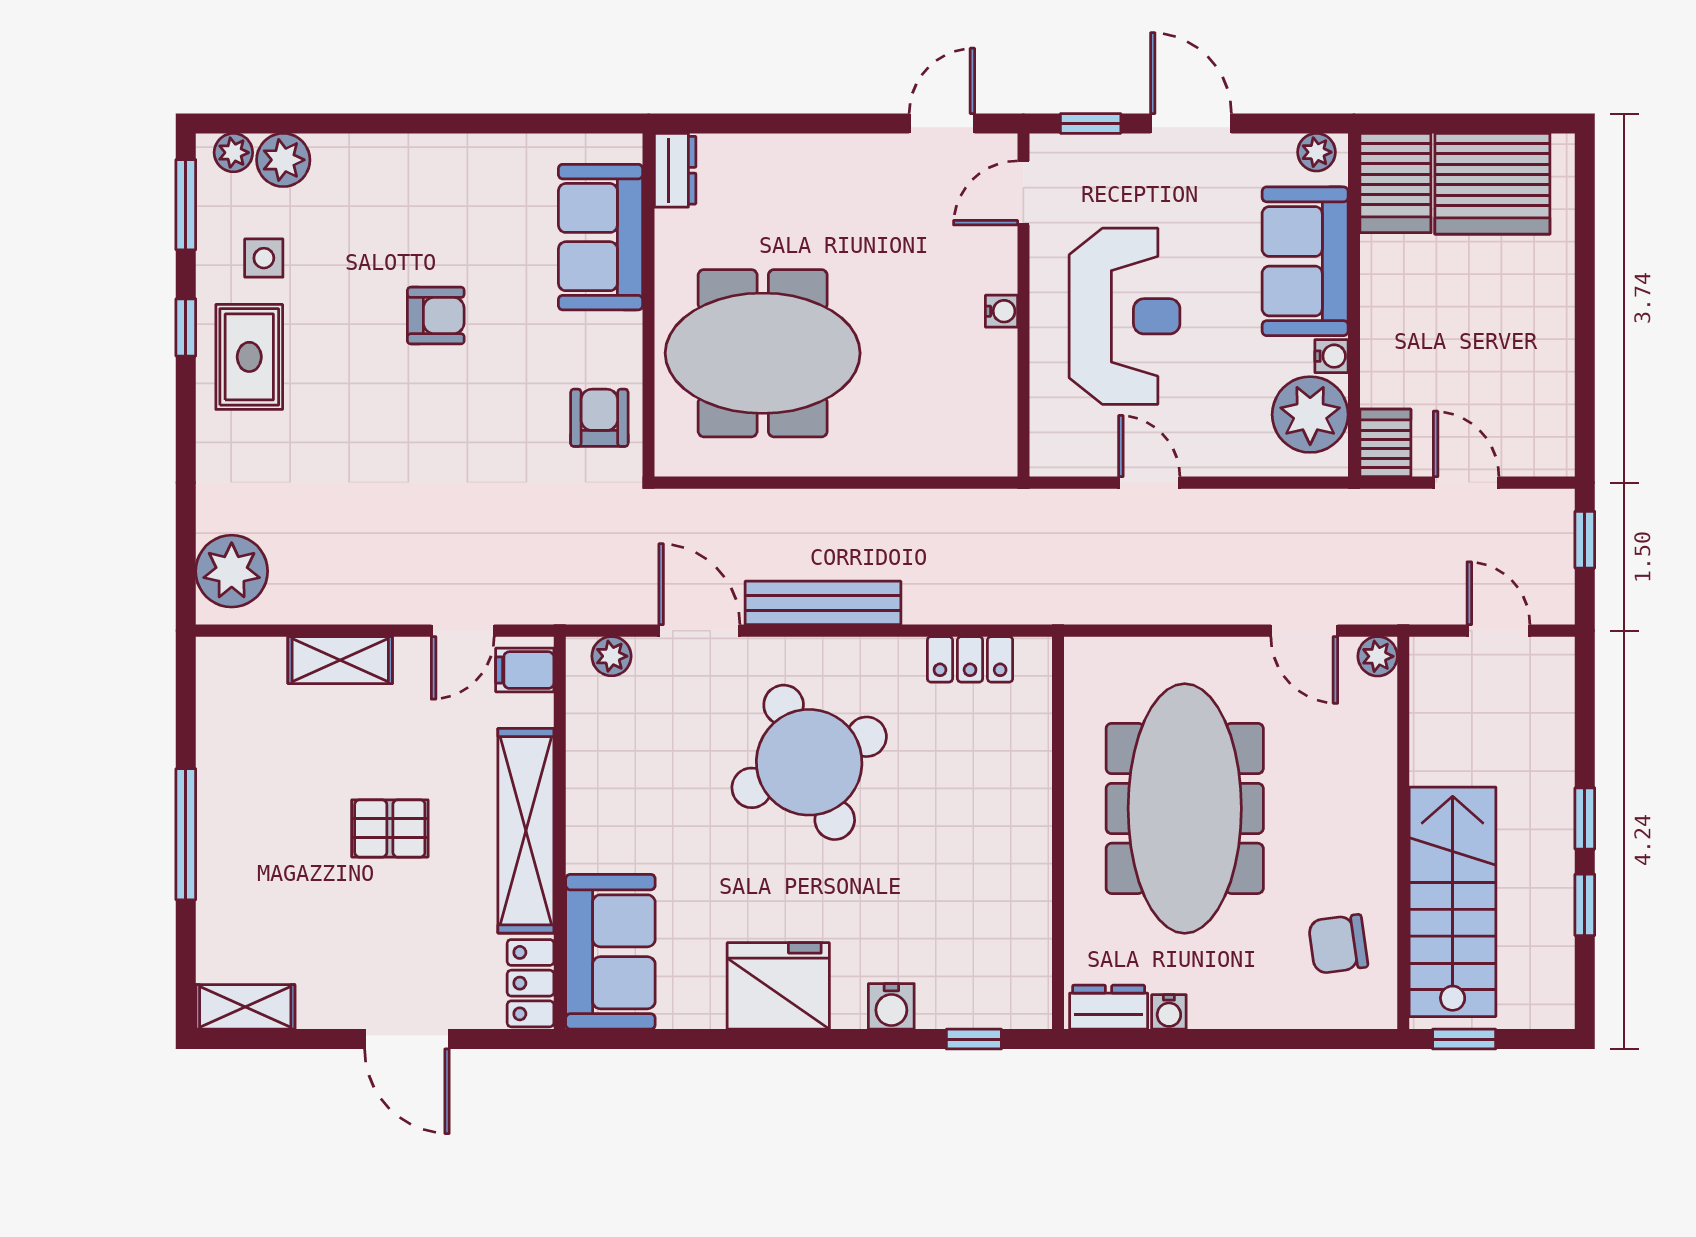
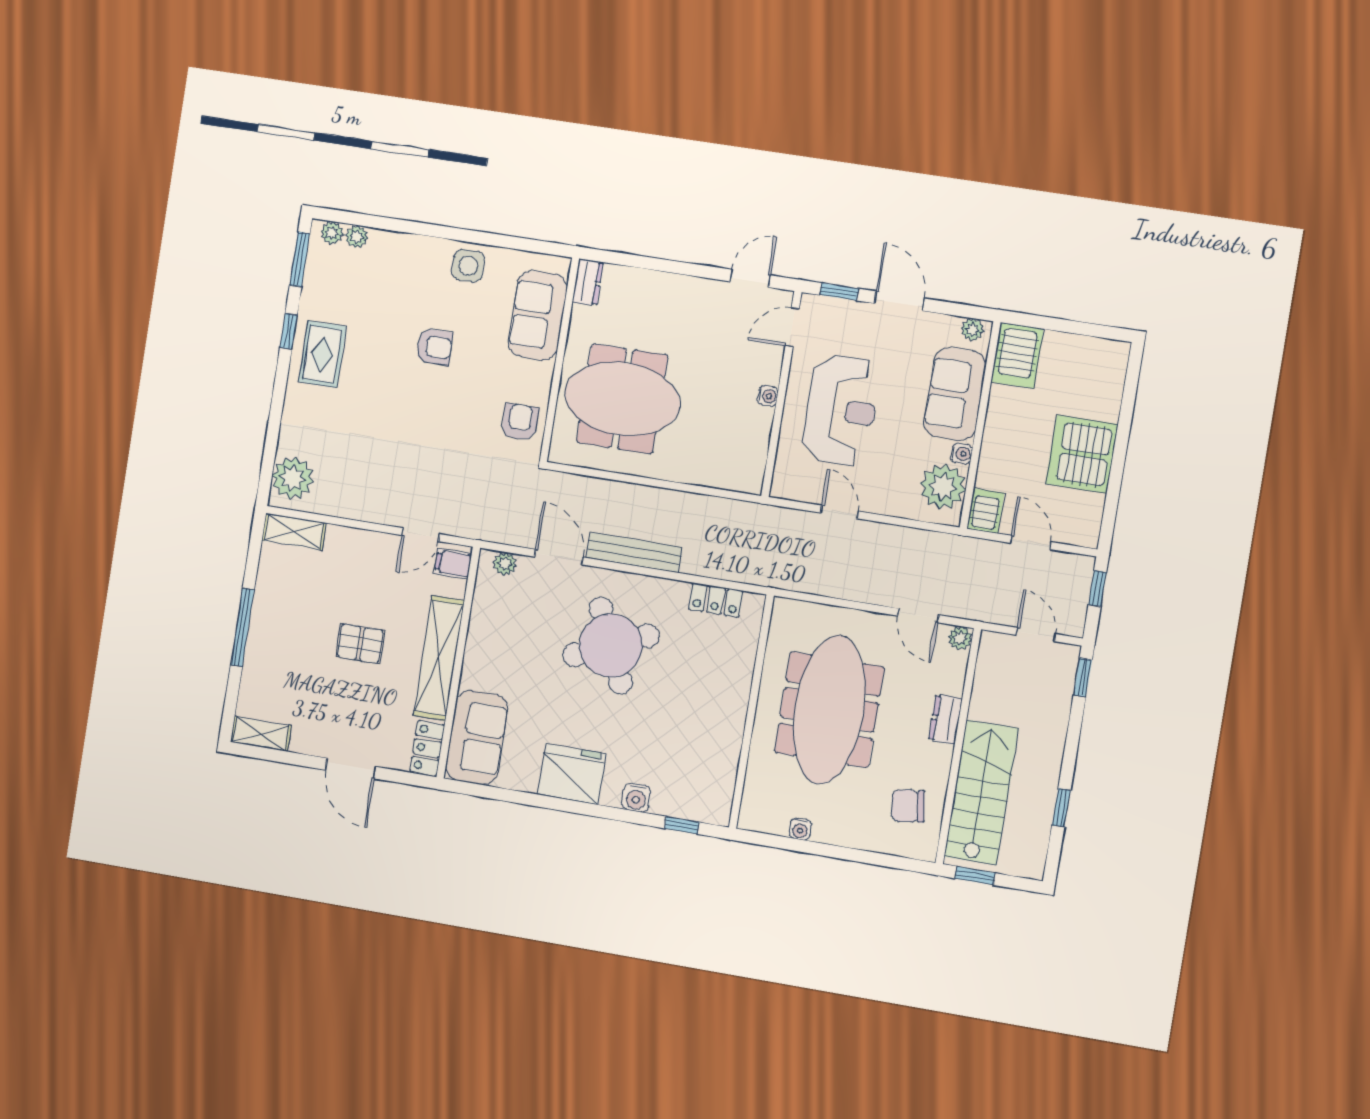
plant: (283, 160) -> (357, 237), width x0.73, depth x0.73
server rack: (1492, 184) -> (1082, 454), moved, turned 90
side table: (264, 258) -> (468, 266), moved, width x1.37, depth x1.37
shelving: (340, 660) -> (294, 532), moved
window: (1585, 818) -> (1083, 677), moved
dresser: (1109, 1007) -> (945, 719), moved, turned -90

